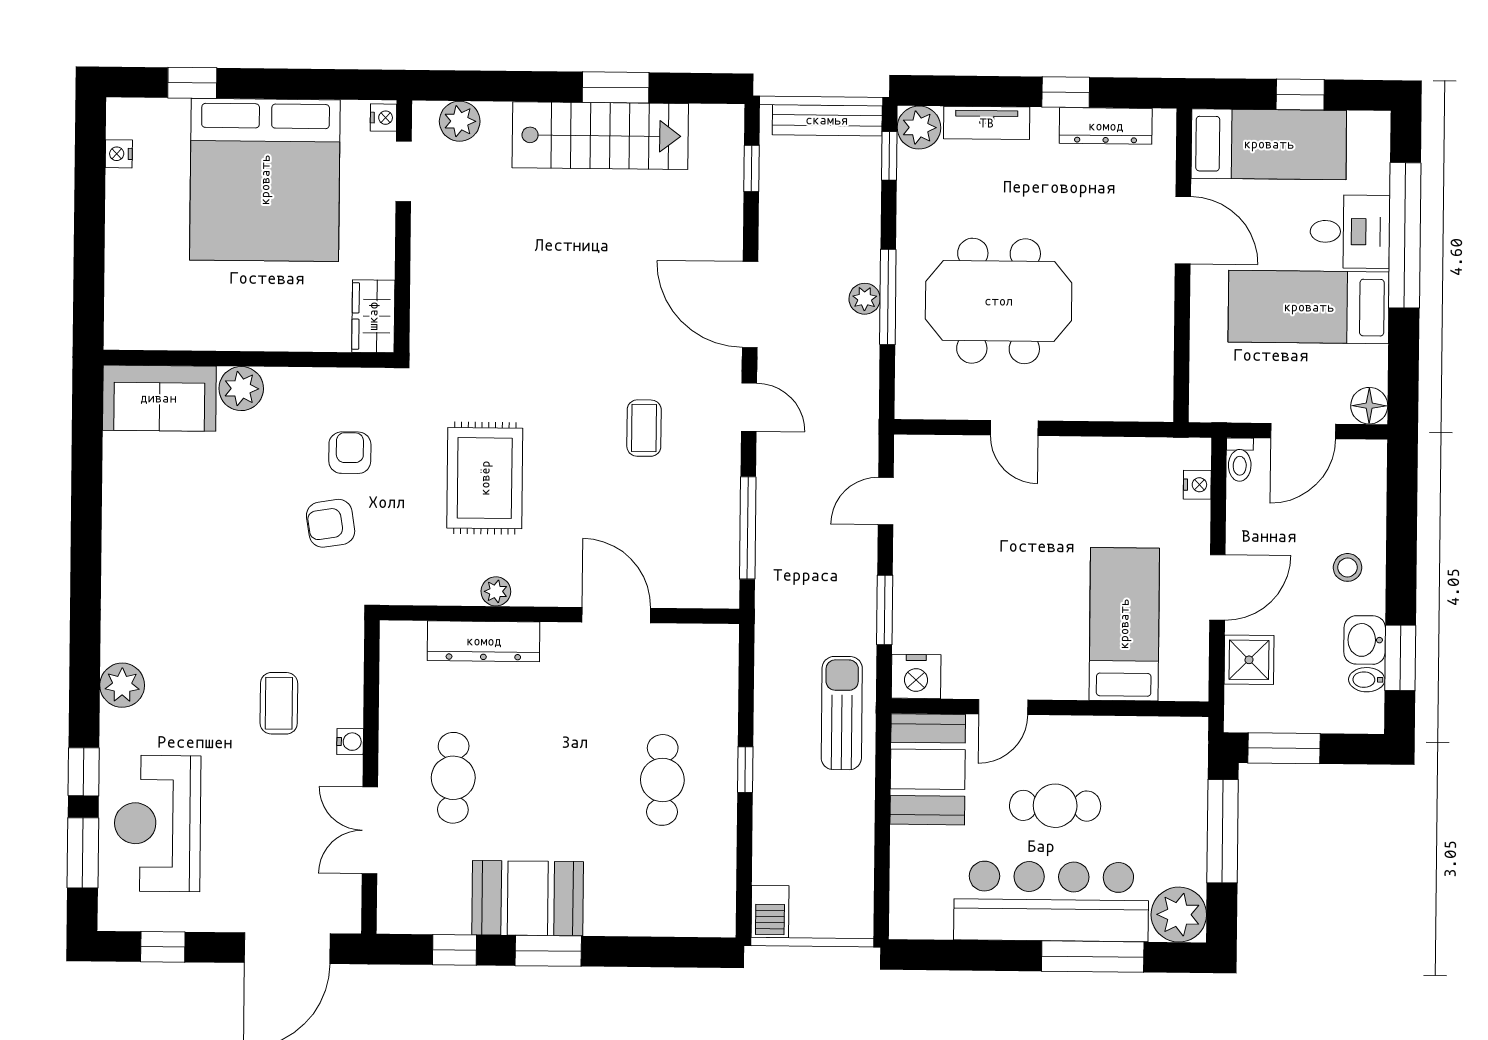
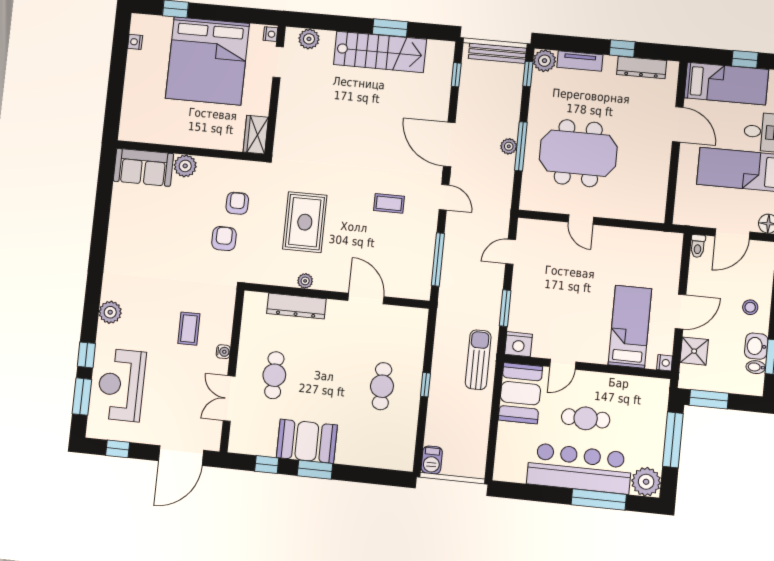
coffee table: (644, 428) -> (389, 203), turned 90
nightstand: (1197, 485) -> (665, 363), moved
armchair: (331, 523) -> (224, 239), turned 99

